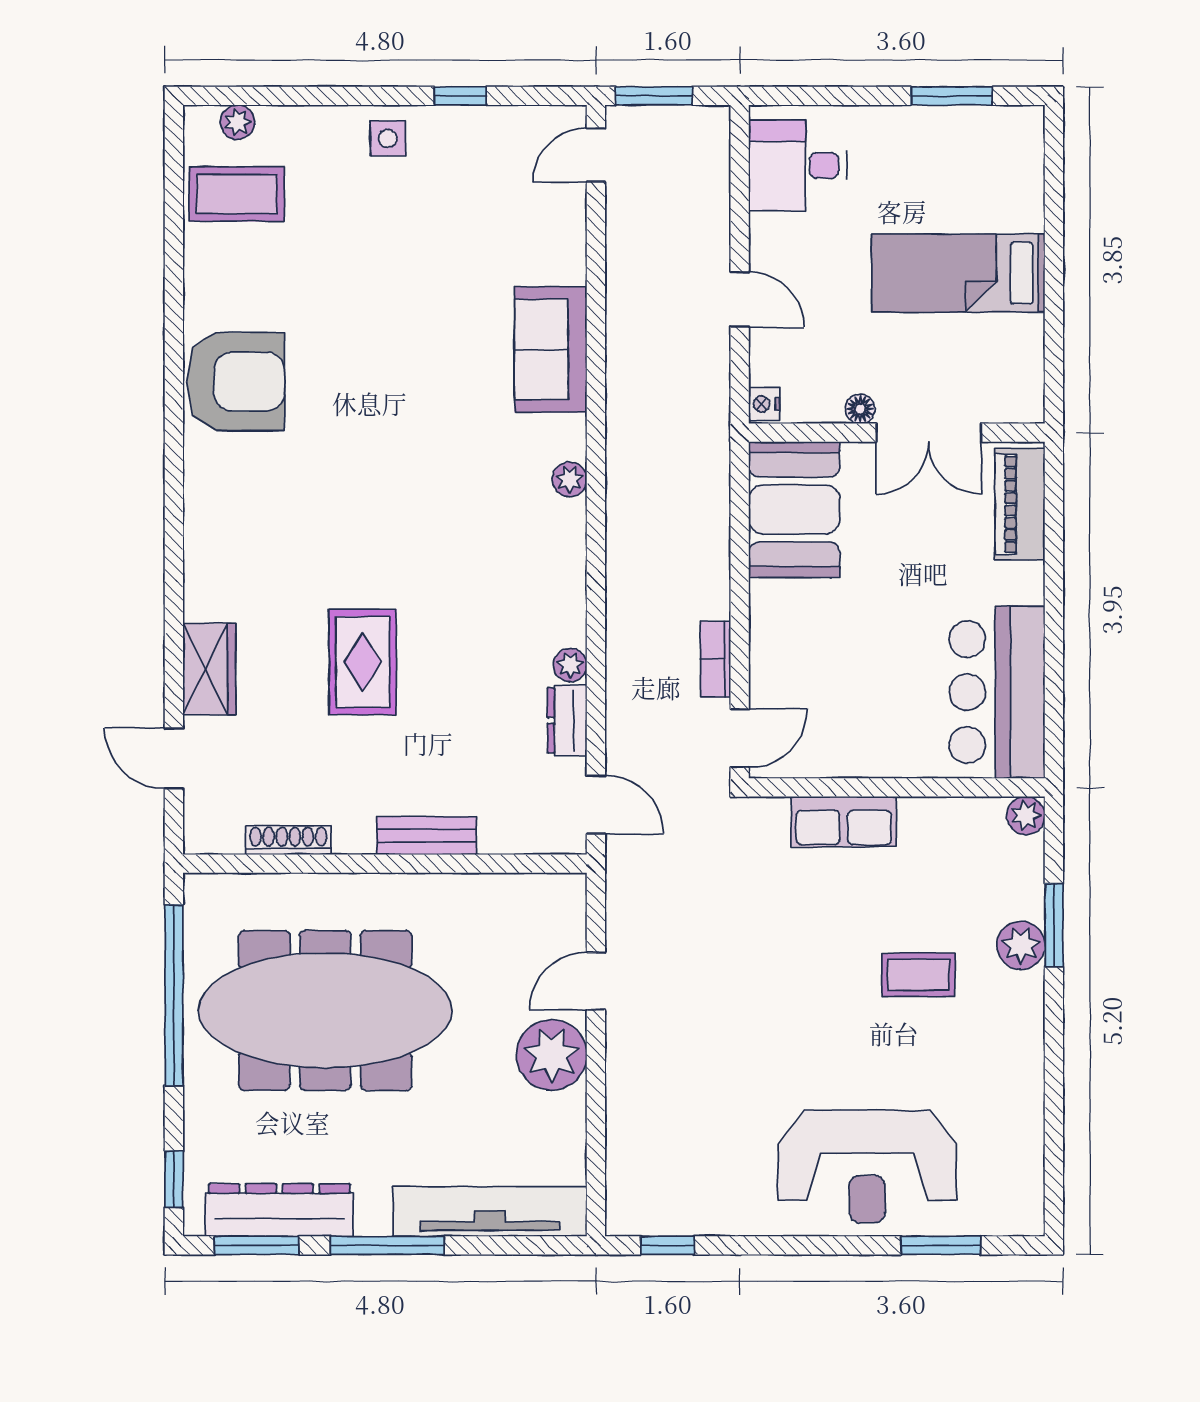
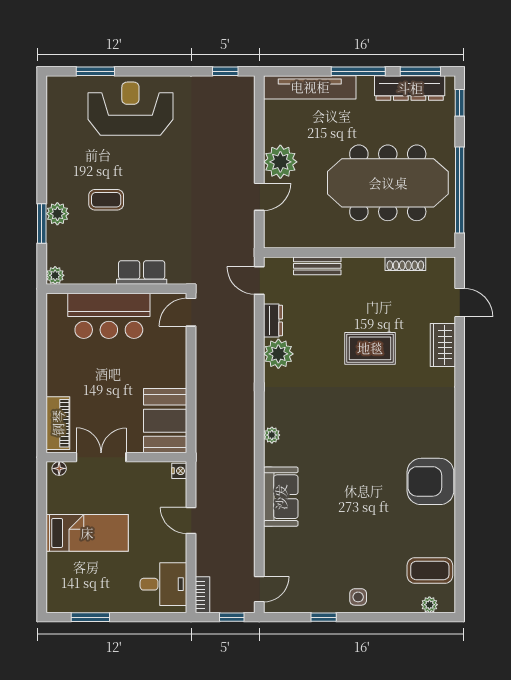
window: (654, 96) -> (232, 617), width x0.67
floor lamp: (860, 409) -> (59, 468), moved
bookcase: (715, 659) -> (203, 595), moved
rug: (363, 662) -> (370, 348), turned 90
plant: (570, 665) -> (278, 354), width x1.88, depth x1.88
bar counter: (997, 692) -> (109, 316), moved, turned 90
bench: (426, 836) -> (317, 266), moved

